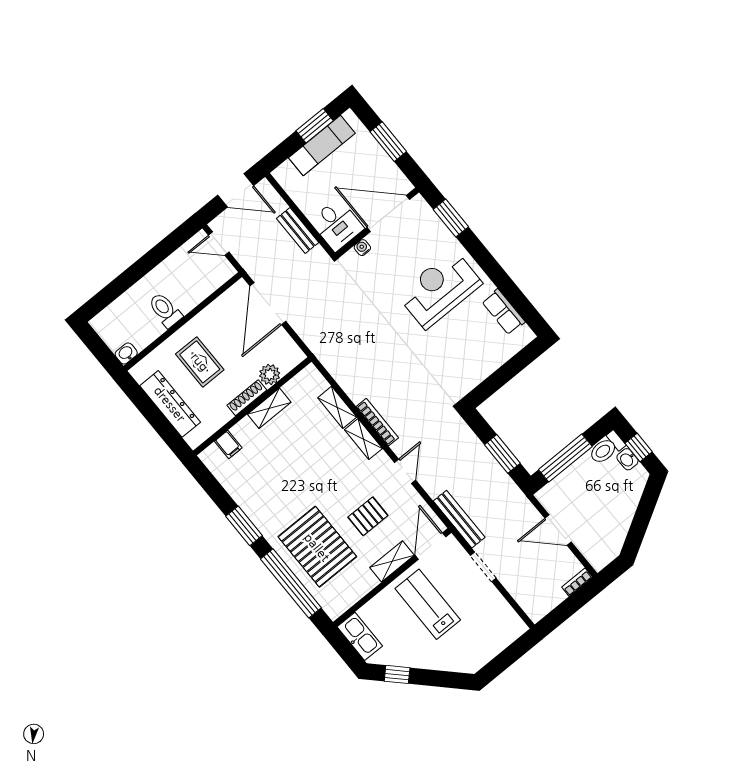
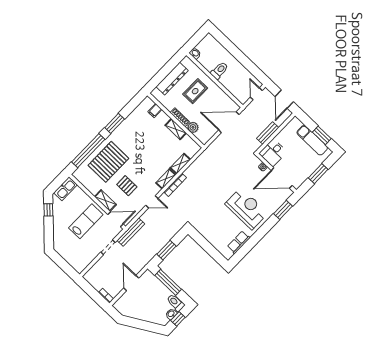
door: (388, 213) -> (282, 178), swing flipped

